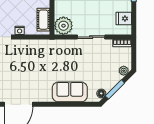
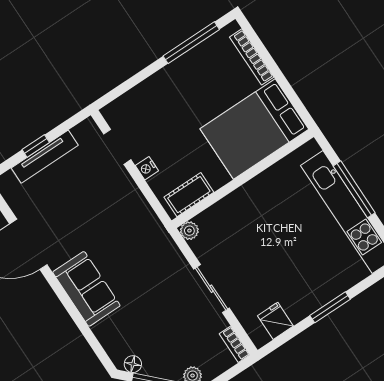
plant: (63, 26) -> (189, 231), width x0.53, depth x0.53
sofa: (70, 92) -> (86, 289), moved

